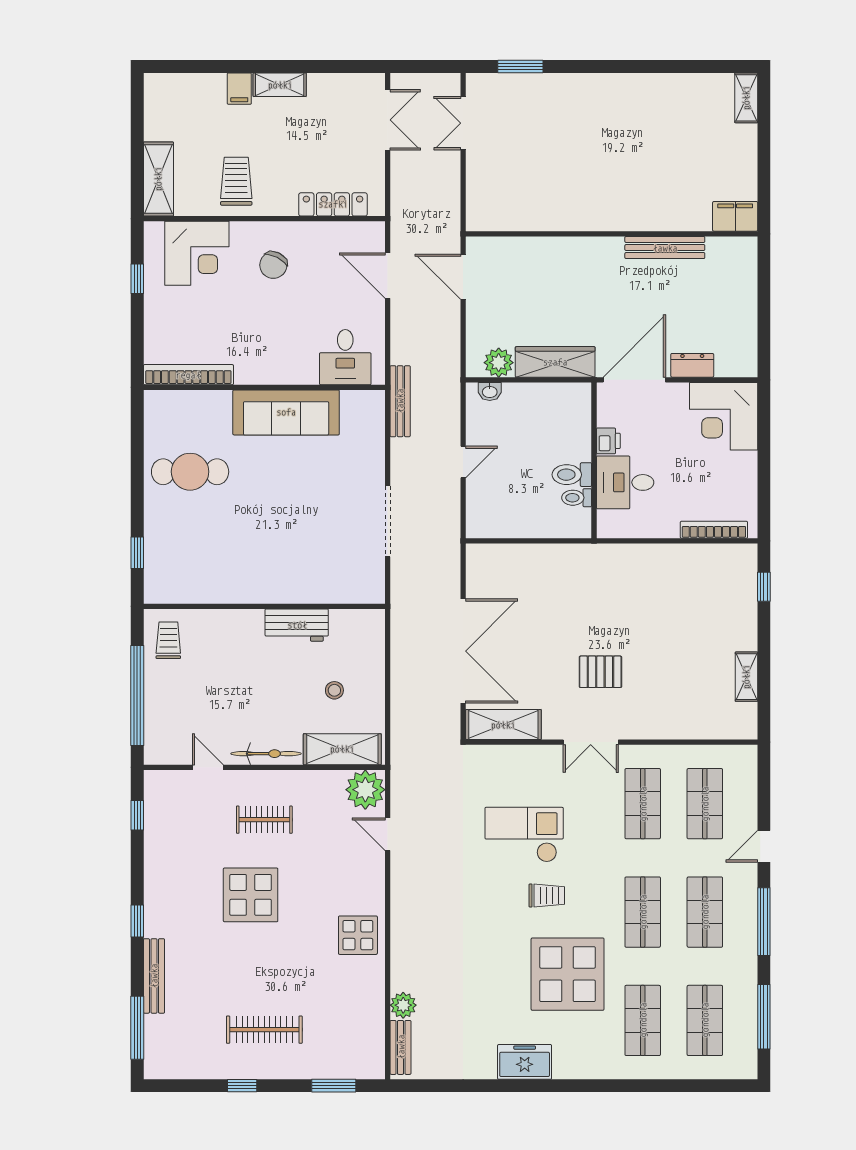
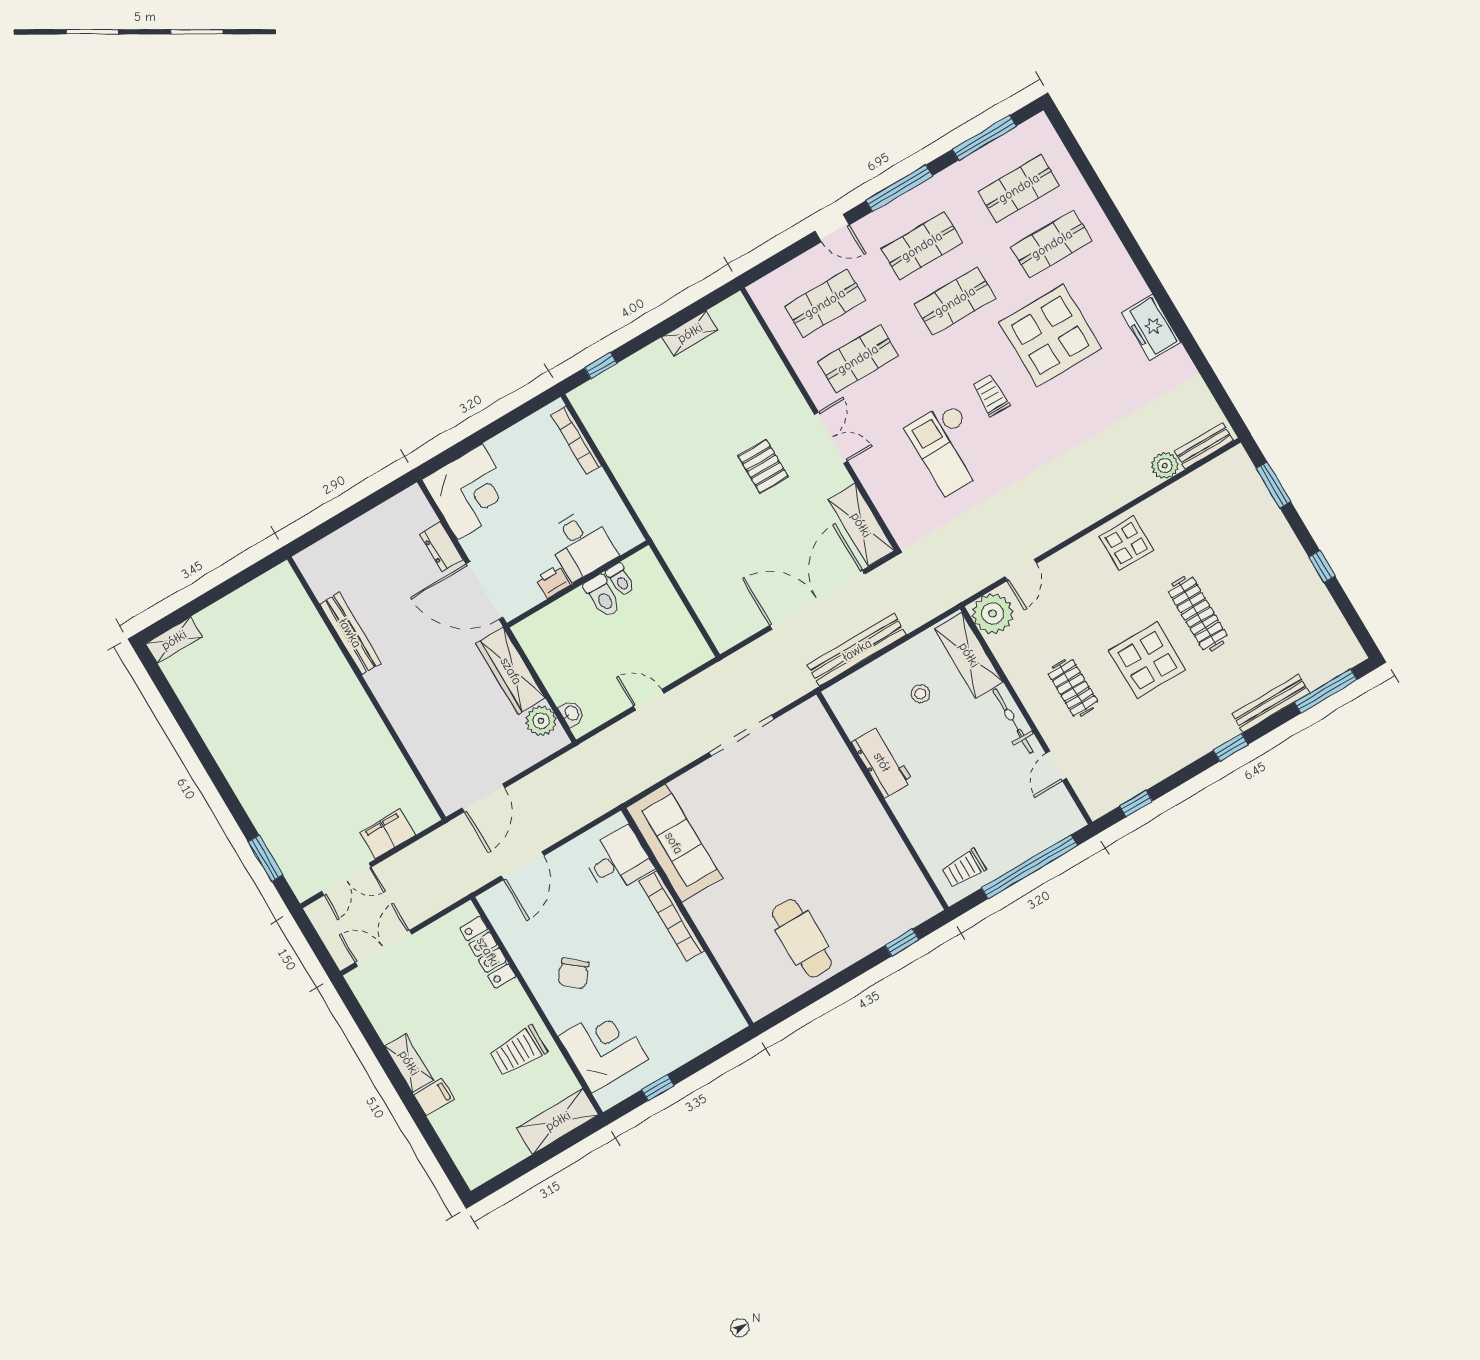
filing cabinet: (735, 216) -> (388, 834), moved, turned 90
chair: (273, 265) -> (573, 973), turned 103
bookcase: (188, 375) -> (672, 916), moved
bench: (400, 401) -> (857, 650), moved, width x1.37, depth x1.21
sofa: (286, 412) -> (674, 843), moved
clothes rail: (264, 1030) -> (1198, 614), moved

